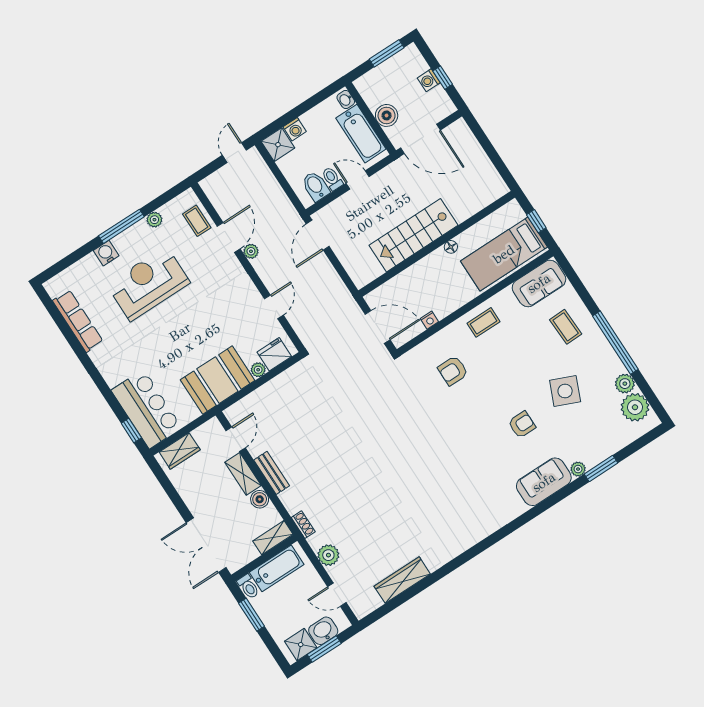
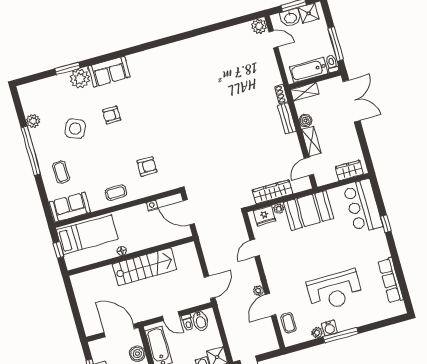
water cooler: (106, 253) -> (329, 328), moved
plant: (635, 407) -> (31, 103), removed
window: (131, 430) -> (386, 224), moved
plant: (578, 469) -> (80, 79), width x1.88, depth x1.88
bench: (272, 473) -> (287, 118), moved
plant: (328, 555) -> (259, 26), moved
wardrobe: (402, 580) -> (273, 192), moved, turned 180
window: (251, 615) -> (336, 44), width x1.44

